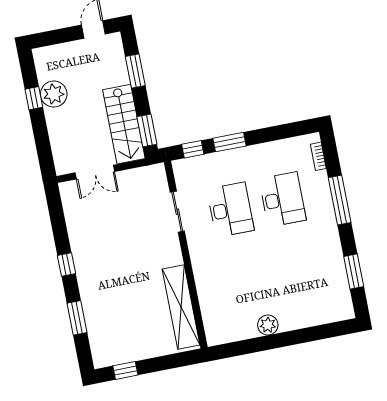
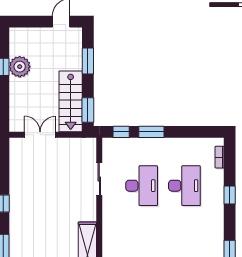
double door: (95, 172) -> (40, 135), swing flipped
window: (340, 200) -> (230, 195), width x0.46

